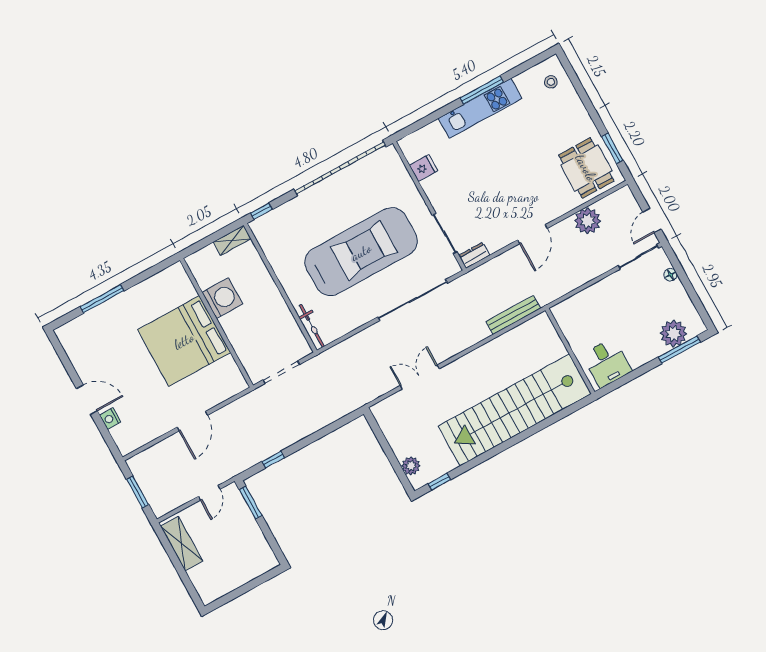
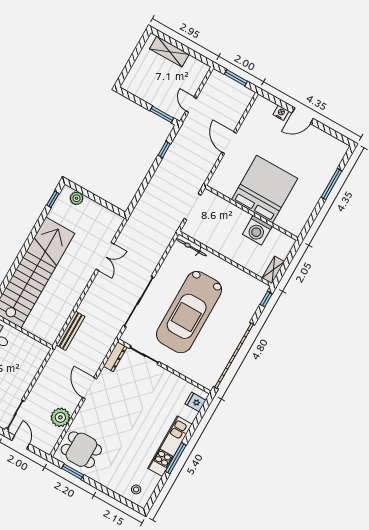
fridge: (423, 168) -> (195, 402), moved, turned 90
dresser: (474, 255) -> (115, 357), width x1.44
shelving: (182, 544) -> (169, 52), moved

